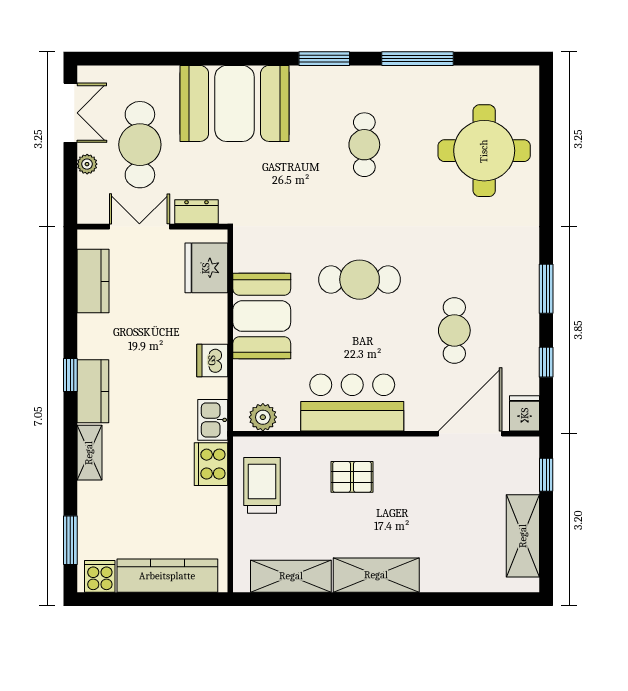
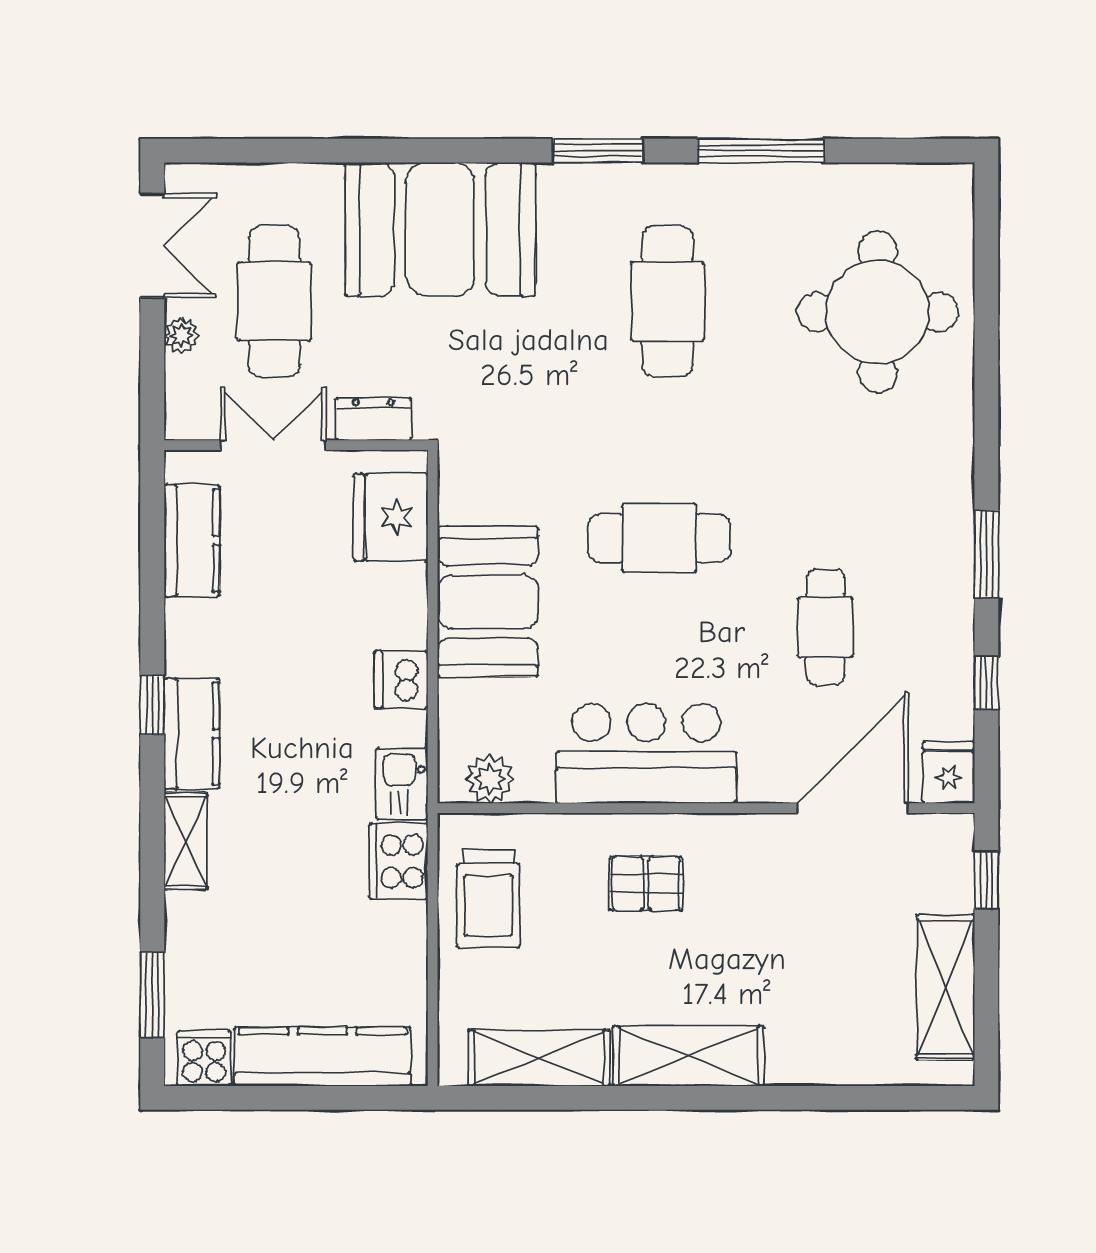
cafe table: (364, 145) -> (668, 301), width x1.37, depth x1.35
trolley: (262, 485) -> (488, 899), turned 180

